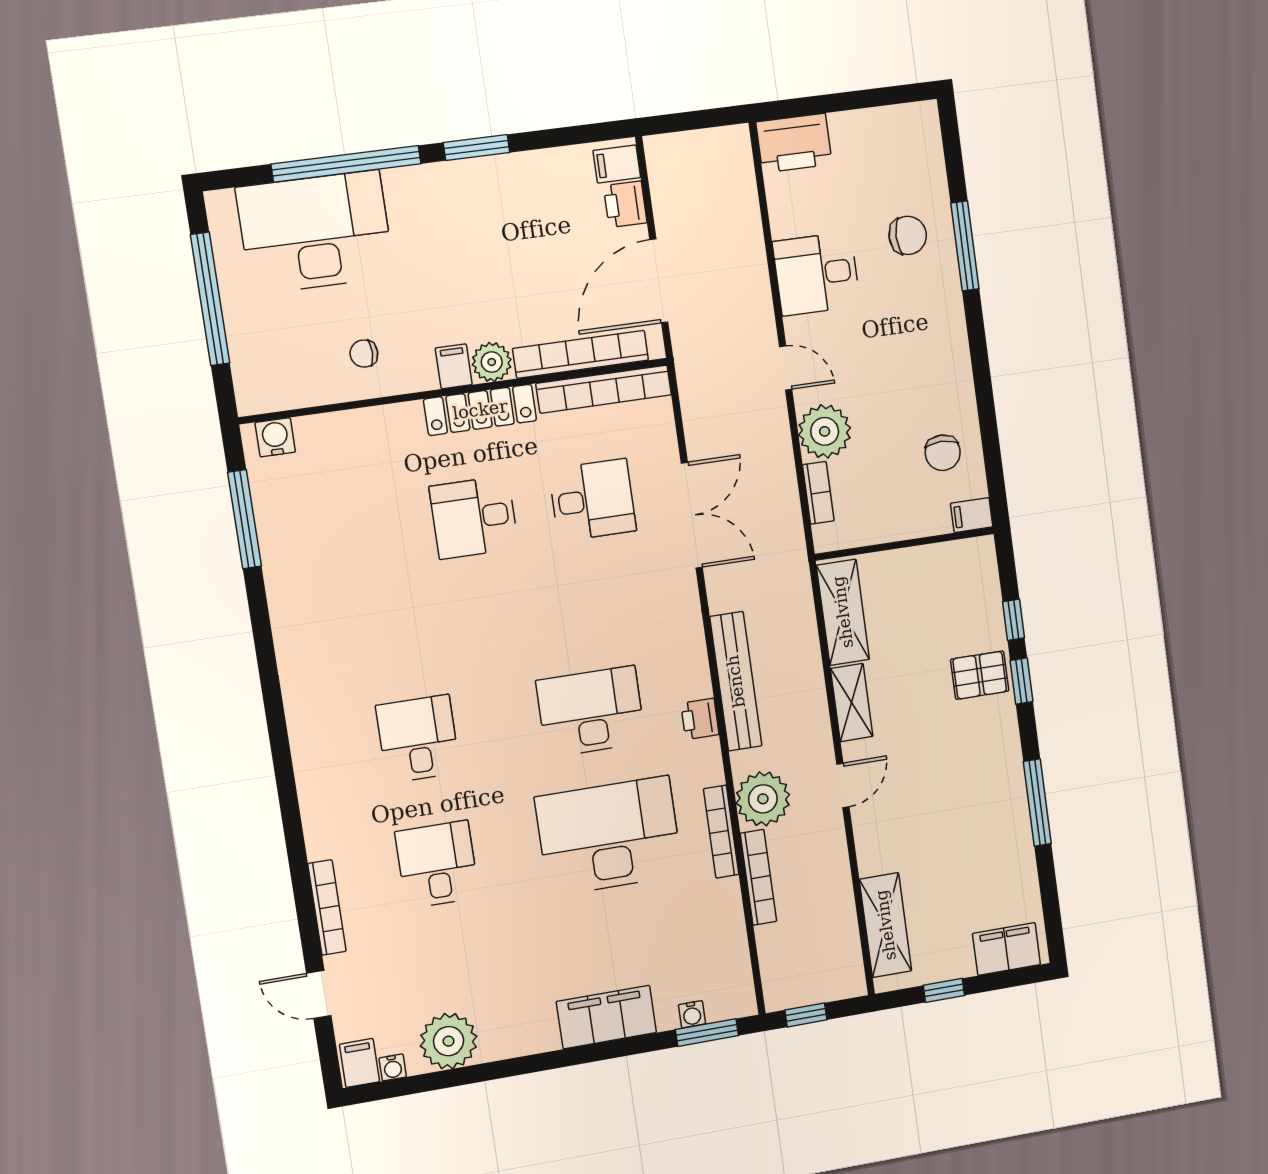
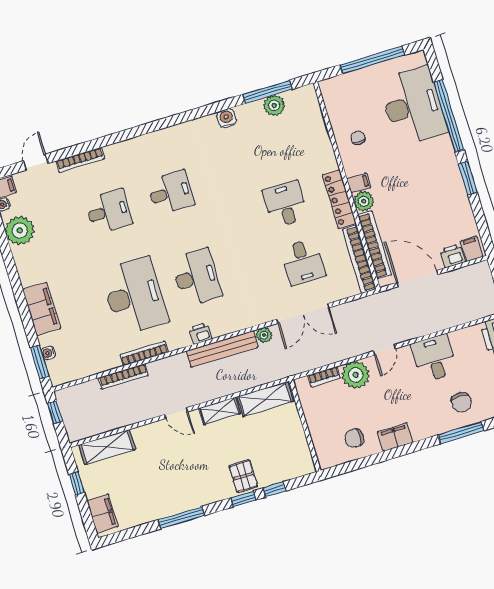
water cooler: (275, 437) -> (226, 118), moved, turned -90
plant: (274, 510) -> (274, 105), added
filing cabinet: (972, 515) -> (395, 437), moved, width x2.00
plant: (763, 799) -> (264, 335), moved, width x0.53, depth x0.53

